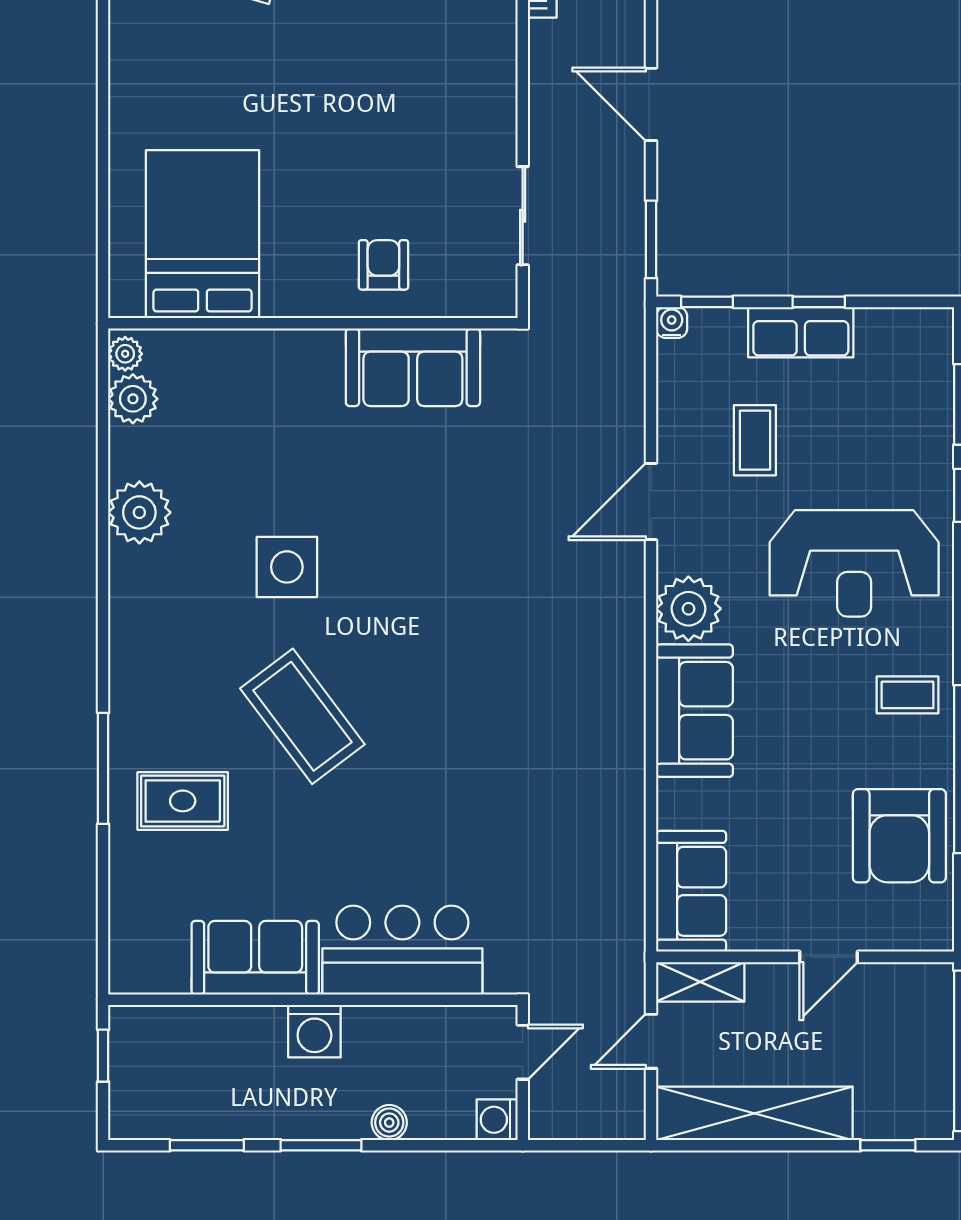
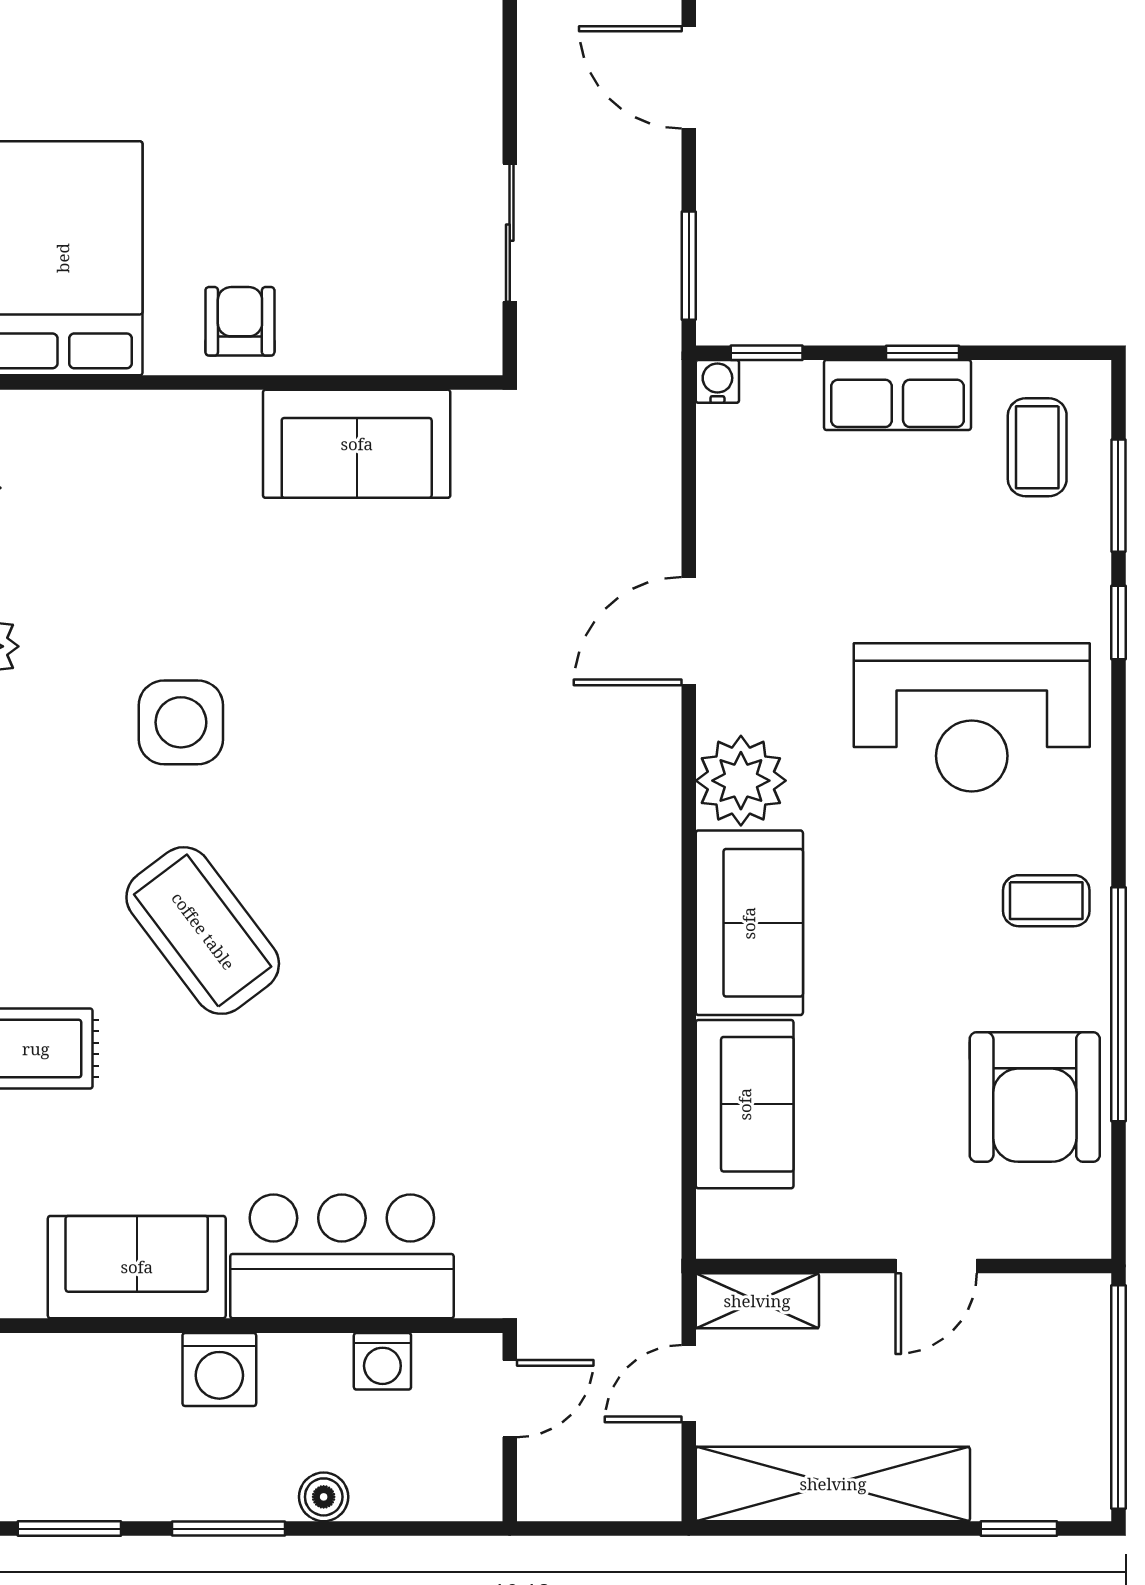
armchair: (383, 265) -> (240, 321), moved
coffee table: (755, 440) -> (1037, 447), moved
sofa: (691, 891) -> (745, 1104), moved
washing machine: (497, 1120) -> (382, 1361), moved, turned -90

